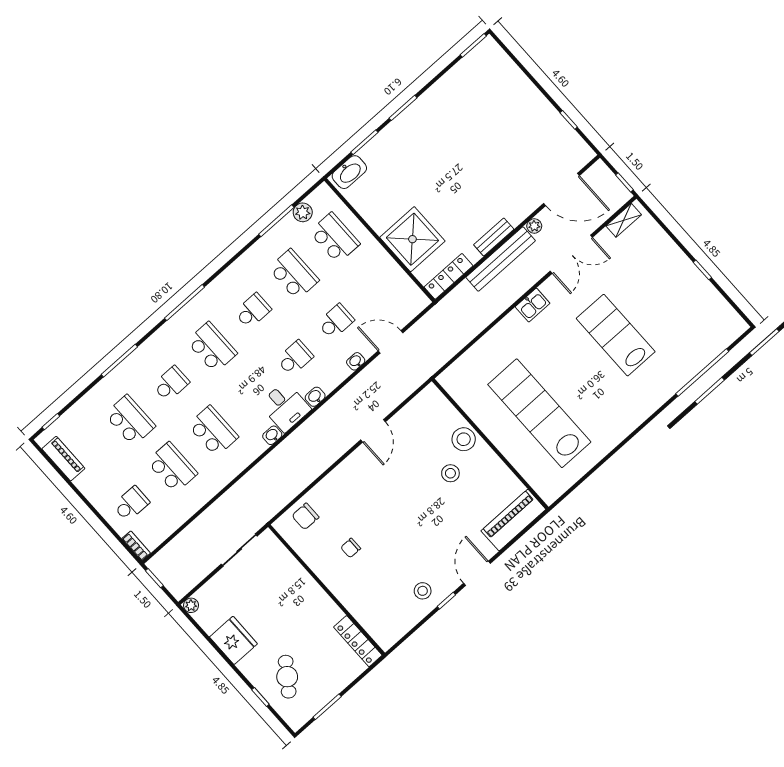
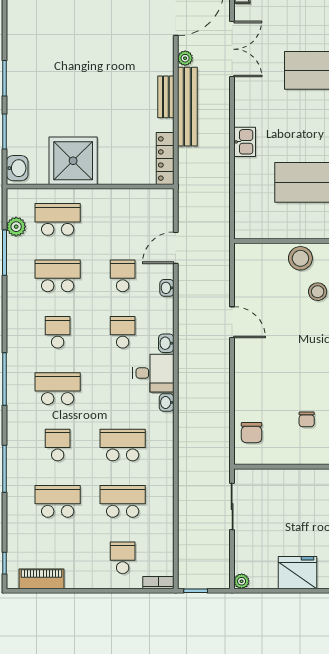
washbasin: (349, 172) -> (17, 168), width x0.72
shower: (412, 239) -> (73, 161), moved
kitchen sink: (533, 305) -> (245, 142), moved

